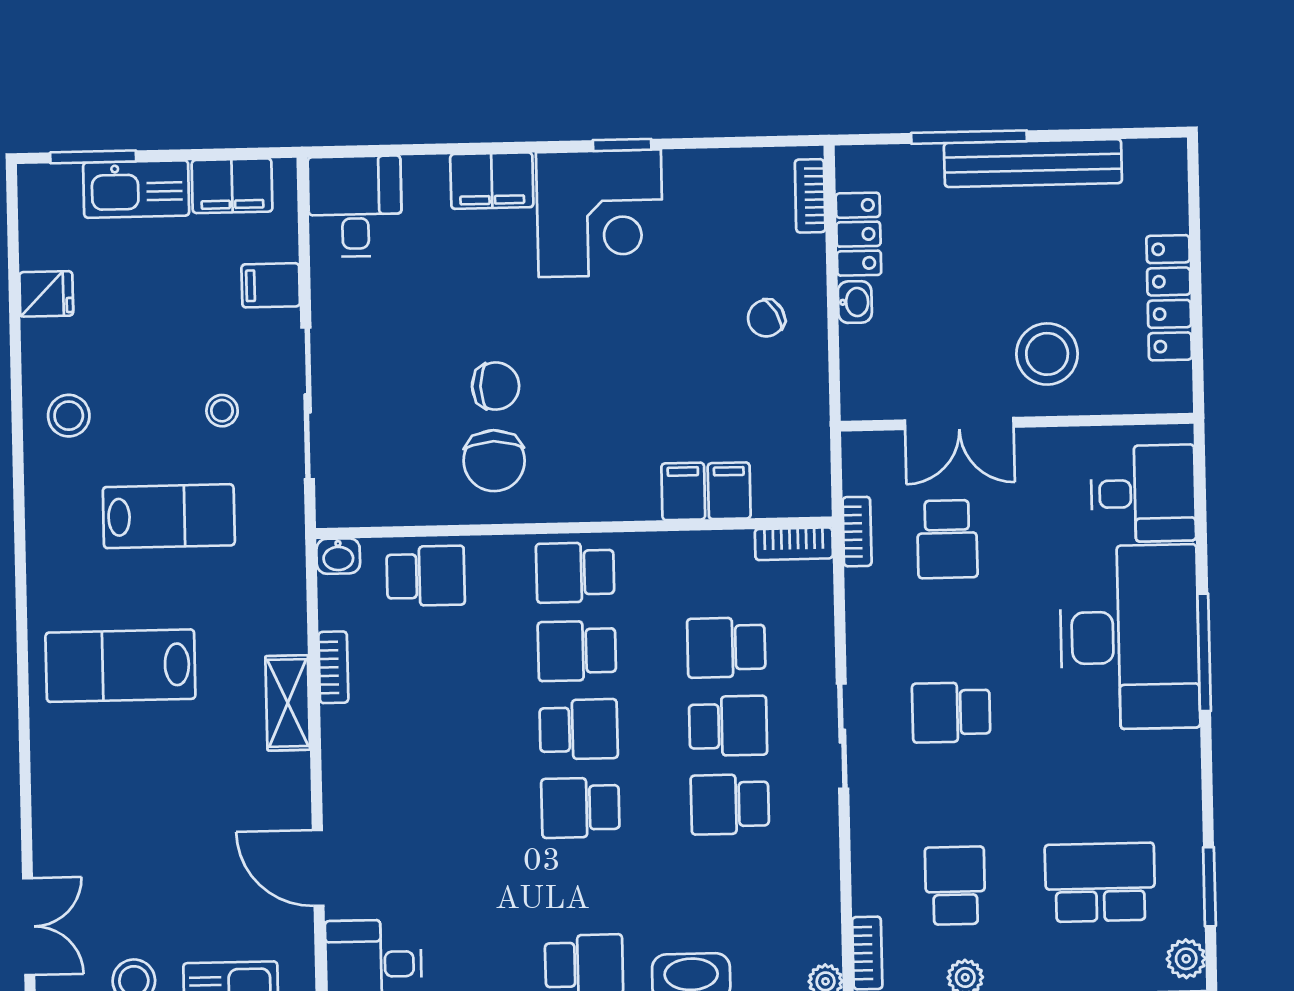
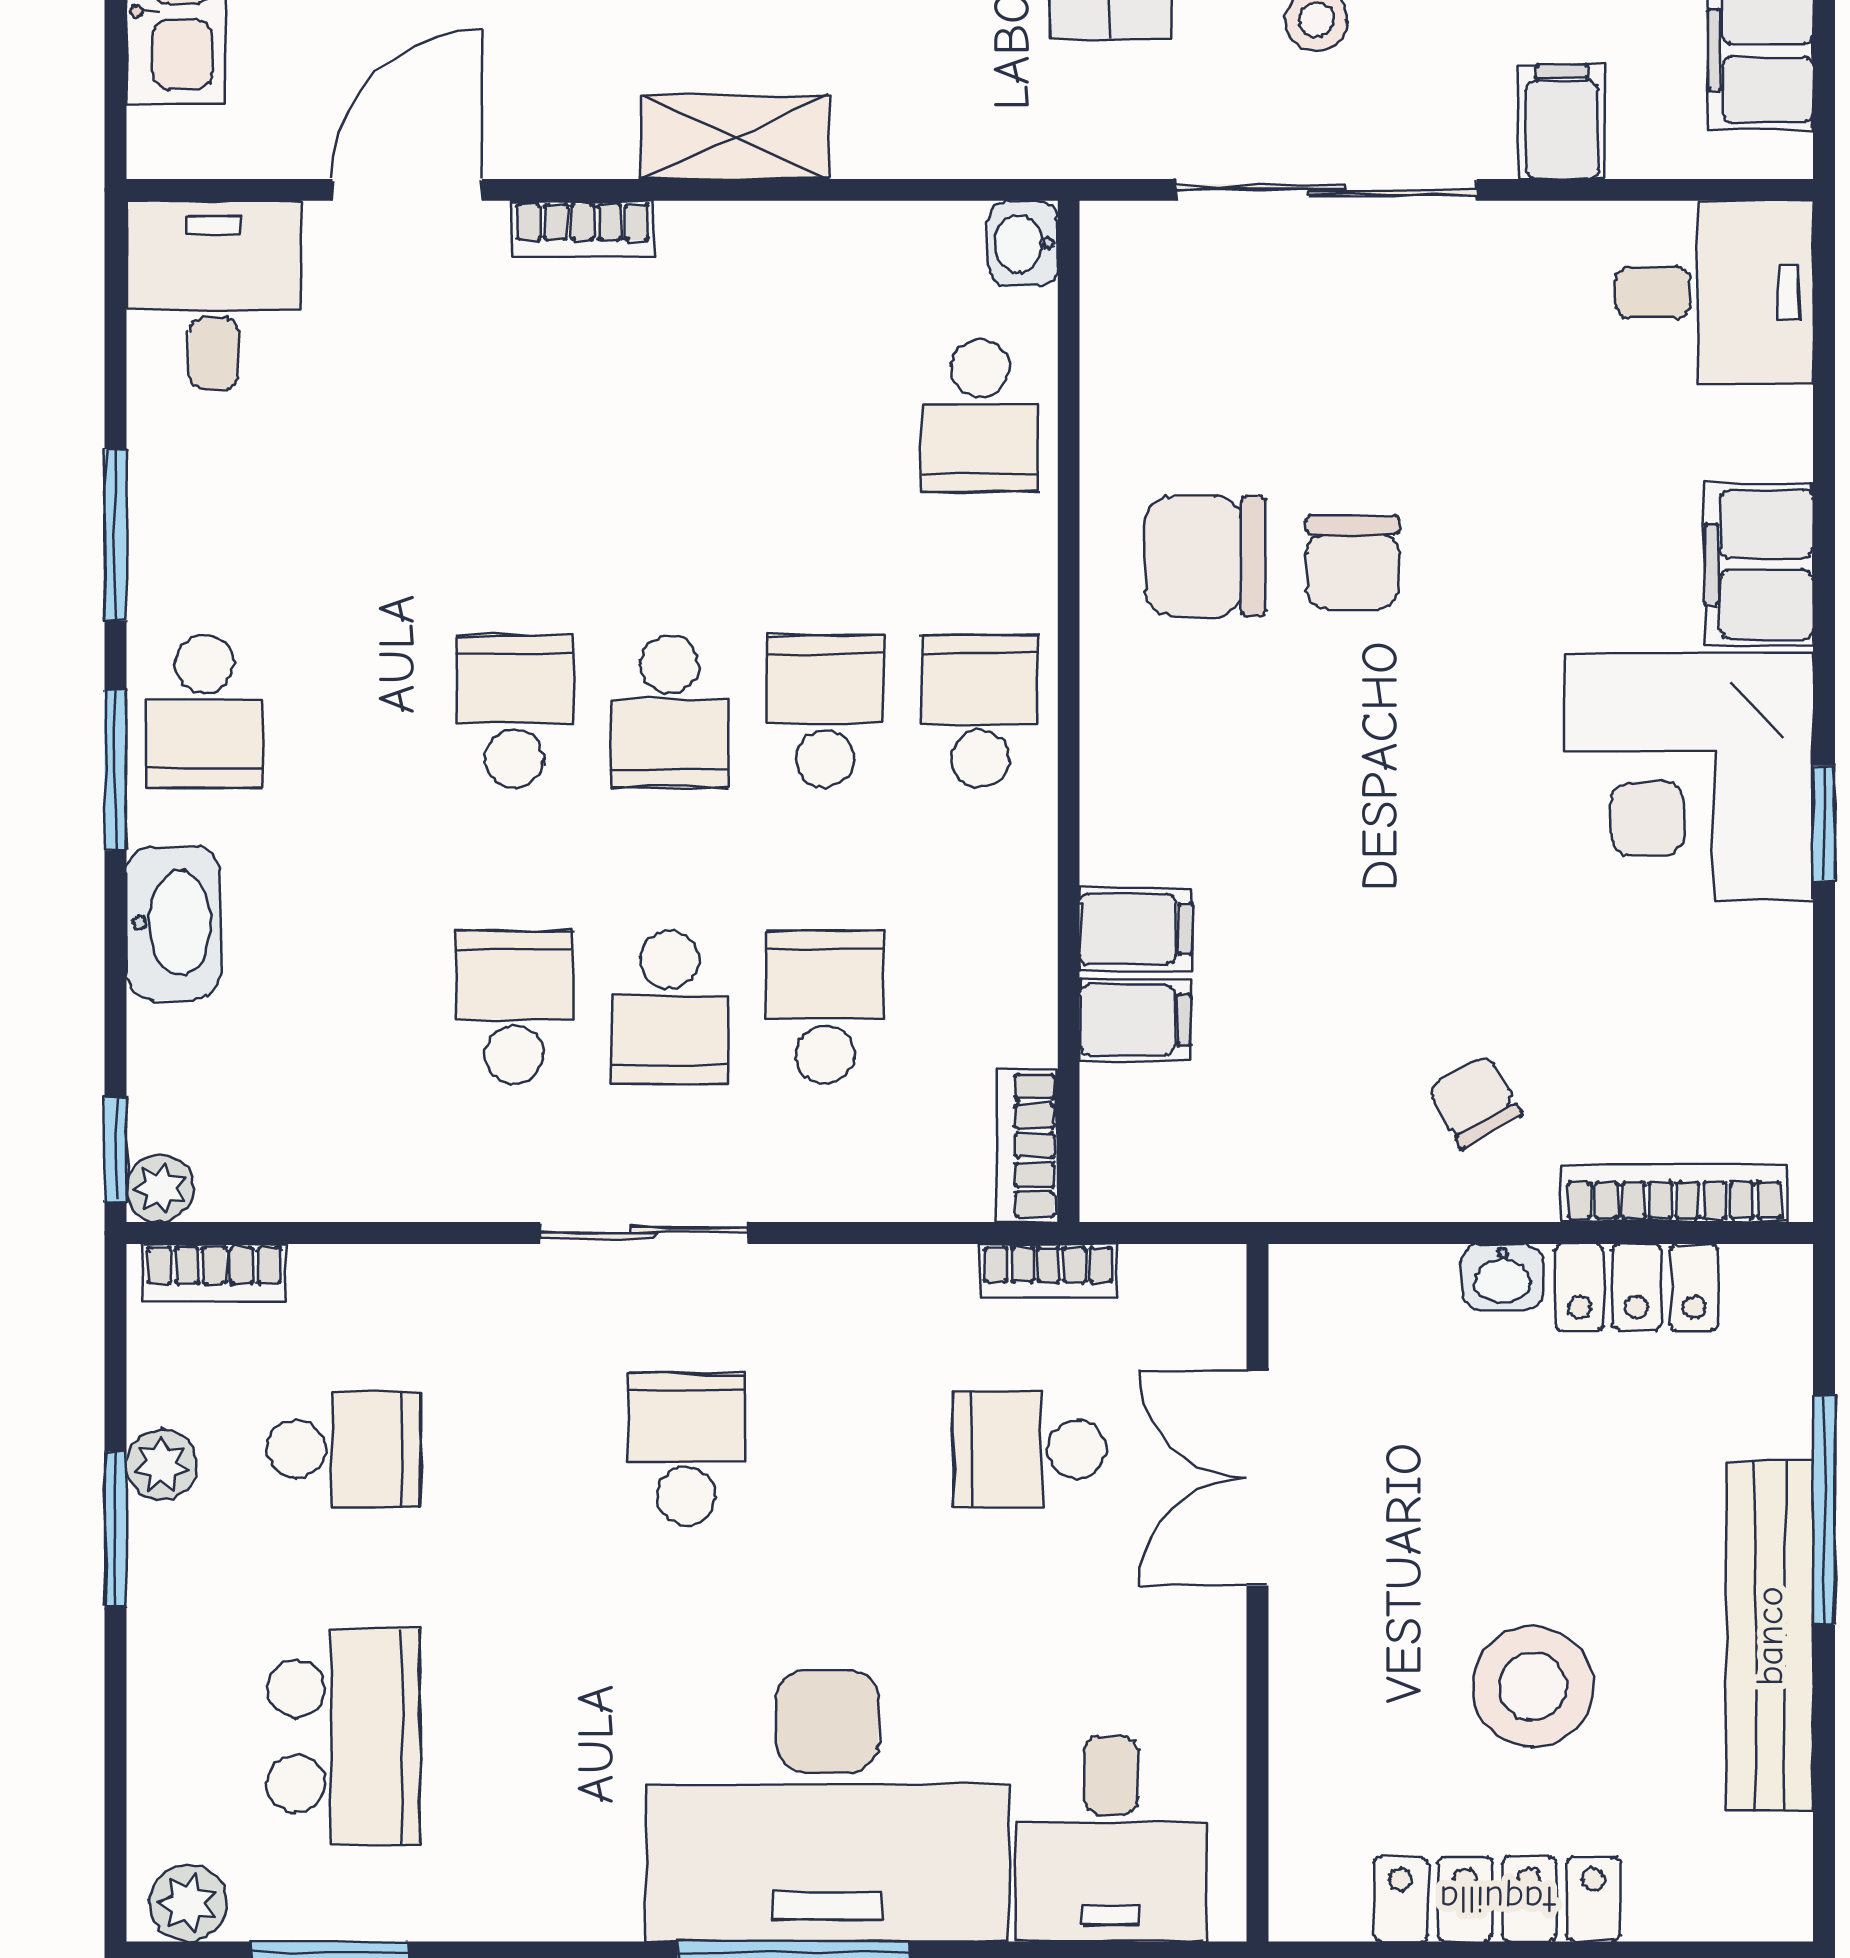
bookcase: (810, 196) -> (1674, 1193), width x1.56
stool: (1047, 354) -> (1533, 1686), moved
bookcase: (333, 667) -> (583, 229), moved

